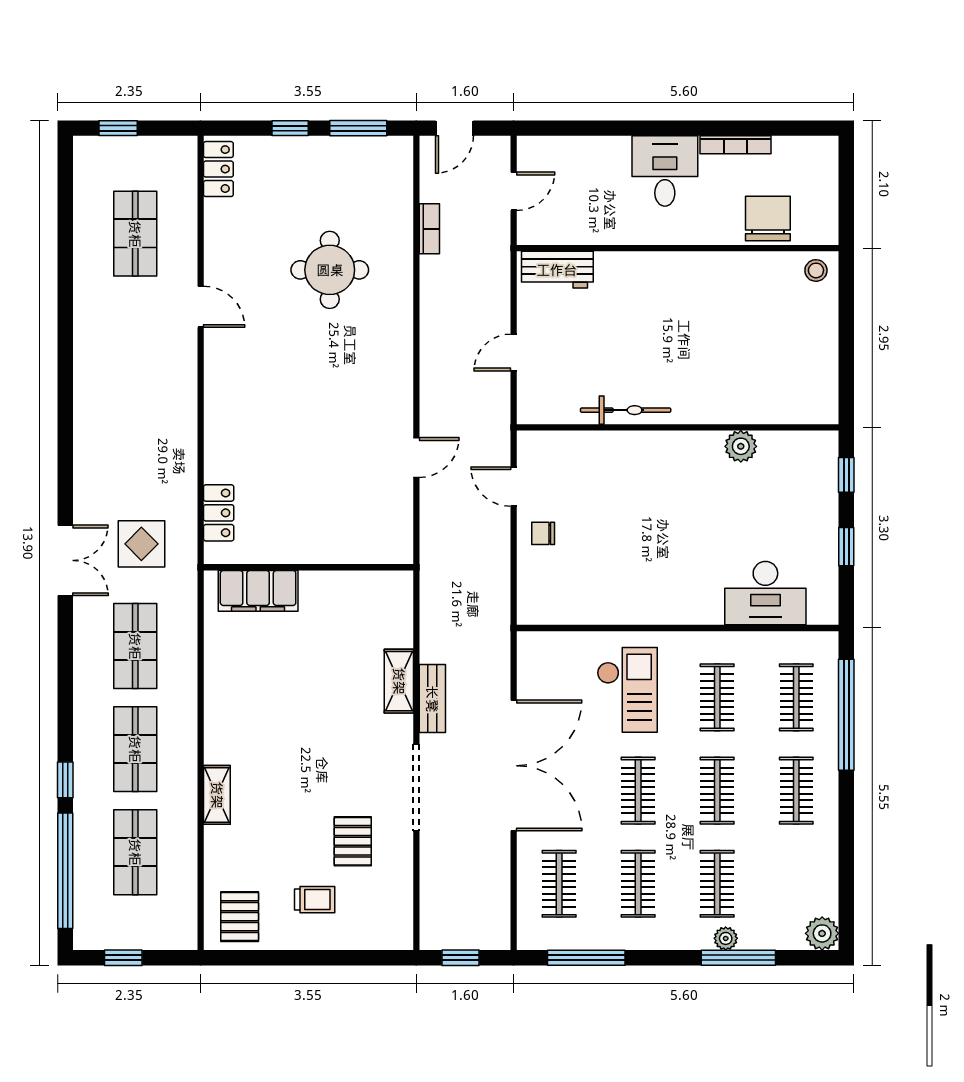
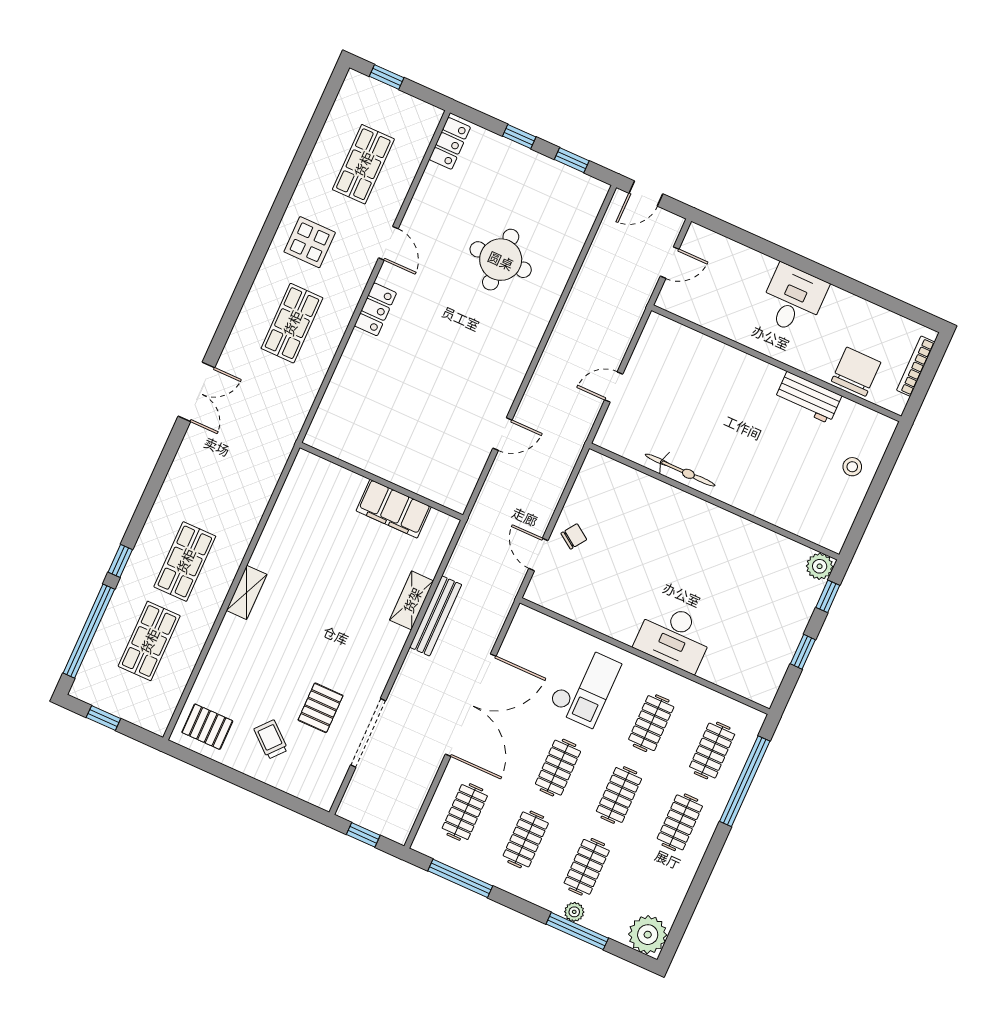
window: (358, 128) -> (572, 160), width x0.67
bookcase: (735, 145) -> (916, 366), moved, turned 90
bookcase: (429, 229) -> (592, 262), removed
workbench: (557, 270) -> (808, 398), moved
stool: (816, 270) -> (852, 467), moved
plant: (741, 446) -> (820, 566), moved
door: (514, 487) -> (538, 555), moved
locker: (219, 513) -> (375, 309), moved
chair: (543, 533) -> (574, 536), turned 125
display table: (141, 544) -> (310, 242), moved
filing cabinet: (258, 591) -> (394, 509), moved
desk: (765, 593) -> (674, 637), moved
shop shelf: (135, 646) -> (292, 323), moved
bench: (432, 699) -> (436, 616), width x1.36
doorway: (416, 787) -> (368, 733), moved
shelving: (217, 795) -> (247, 592), moved
trolley: (315, 900) -> (271, 740), turned -139
pallet: (240, 917) -> (207, 727), turned 90
plant: (822, 933) -> (648, 935), width x1.36, depth x1.36

